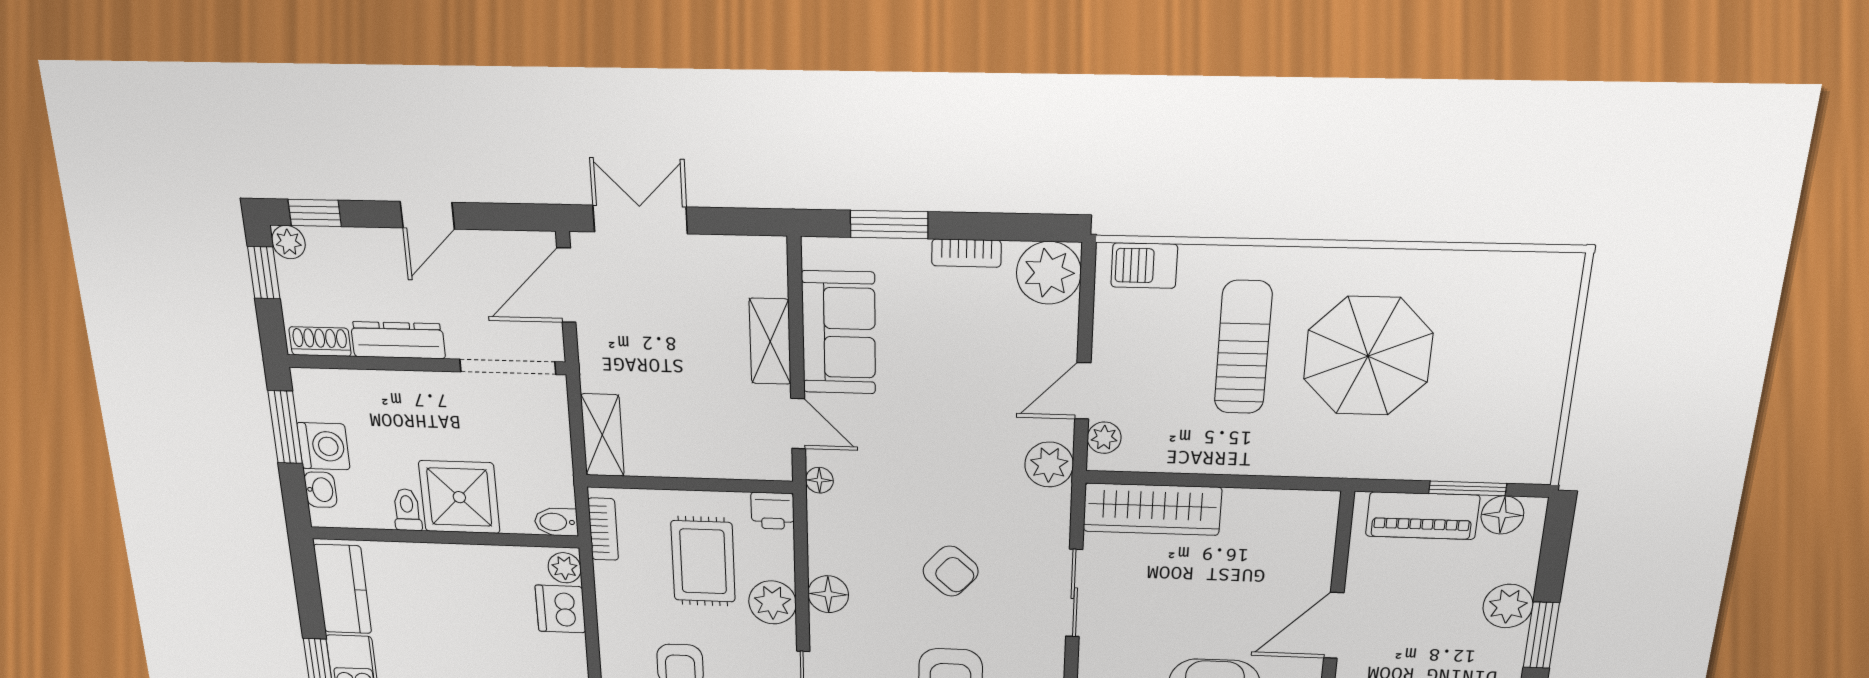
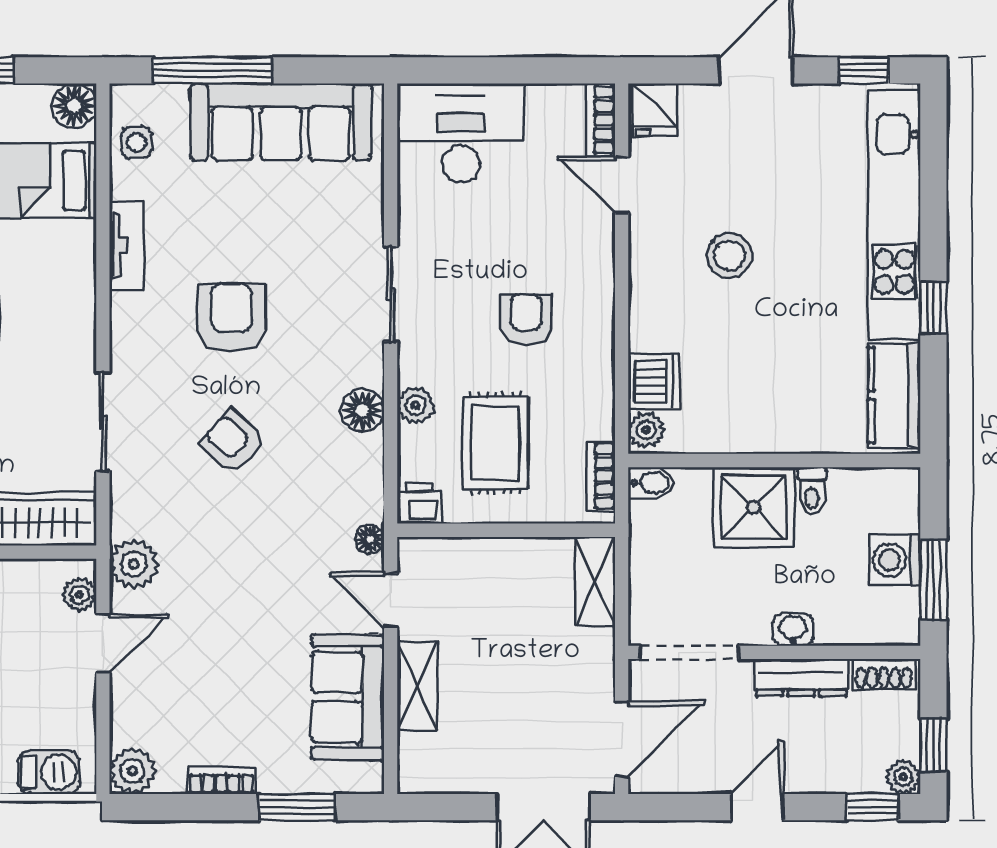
plant: (1049, 273) -> (132, 771), width x0.73, depth x0.73
washbasin: (321, 490) -> (793, 630), moved, turned 90
plant: (773, 602) -> (416, 405), width x0.73, depth x0.73

